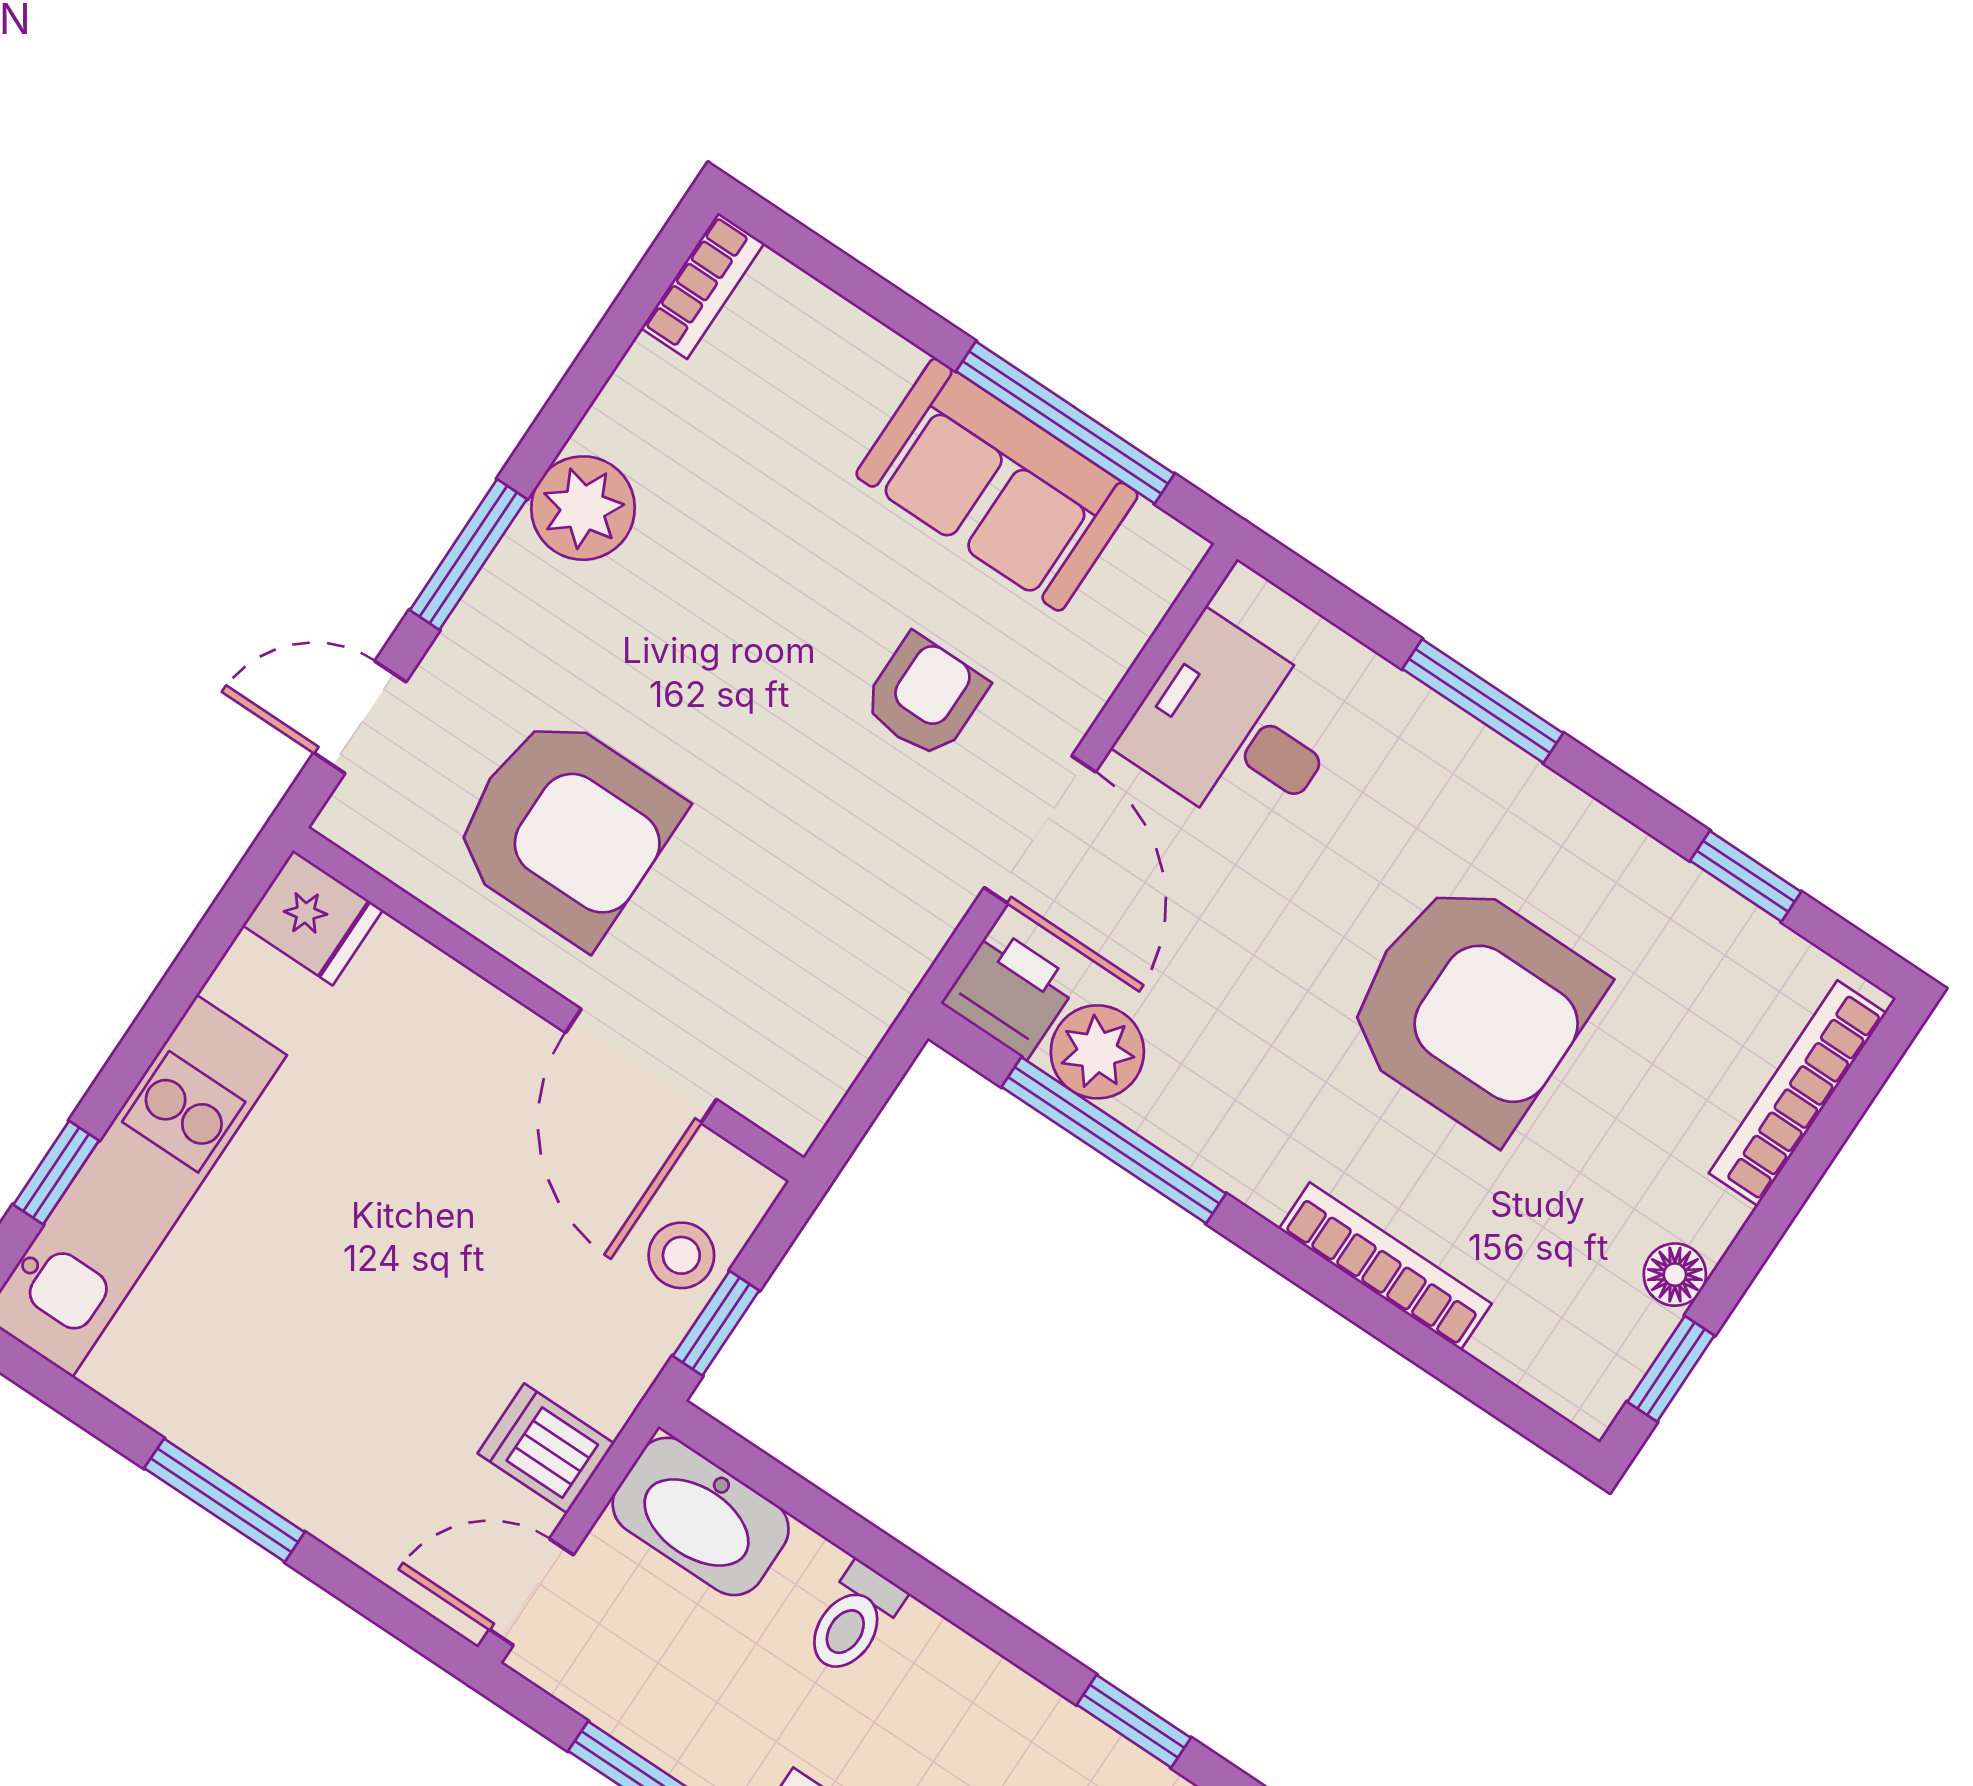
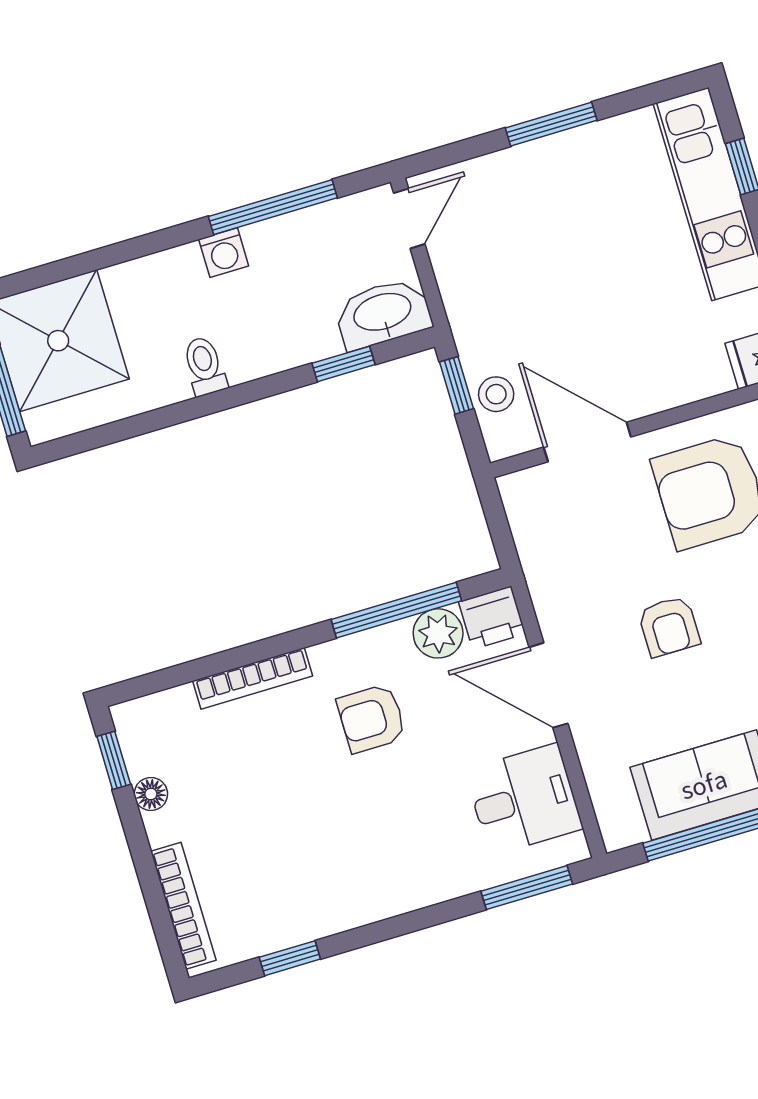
armchair: (925, 696) -> (669, 626), moved
window: (1483, 701) -> (527, 888), moved
armchair: (1472, 1008) -> (372, 718), moved, width x0.53, depth x0.53
dishwasher: (546, 1448) -> (463, 273), removed
toilet: (853, 1619) -> (205, 366), moved
window: (1134, 1721) -> (344, 364), moved

